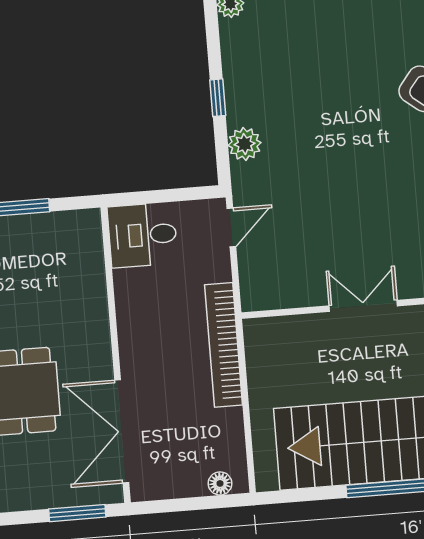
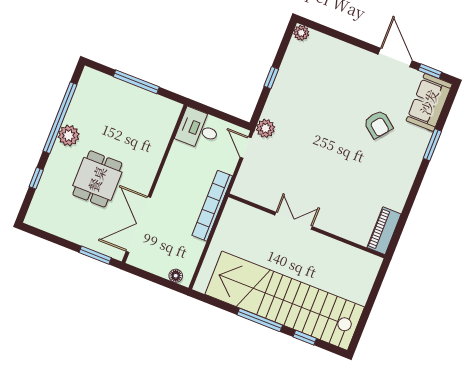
plant: (245, 144) -> (265, 128), moved
door: (231, 227) -> (246, 147), swing flipped

